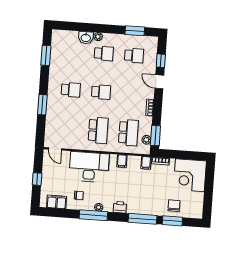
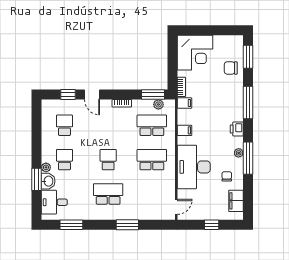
window: (135, 31) -> (36, 179), moved
desk: (67, 42) -> (54, 202), added
door: (159, 82) -> (92, 95), hinge flipped
school desk: (71, 90) -> (108, 194), width x1.85
window: (172, 221) -> (248, 57), moved

